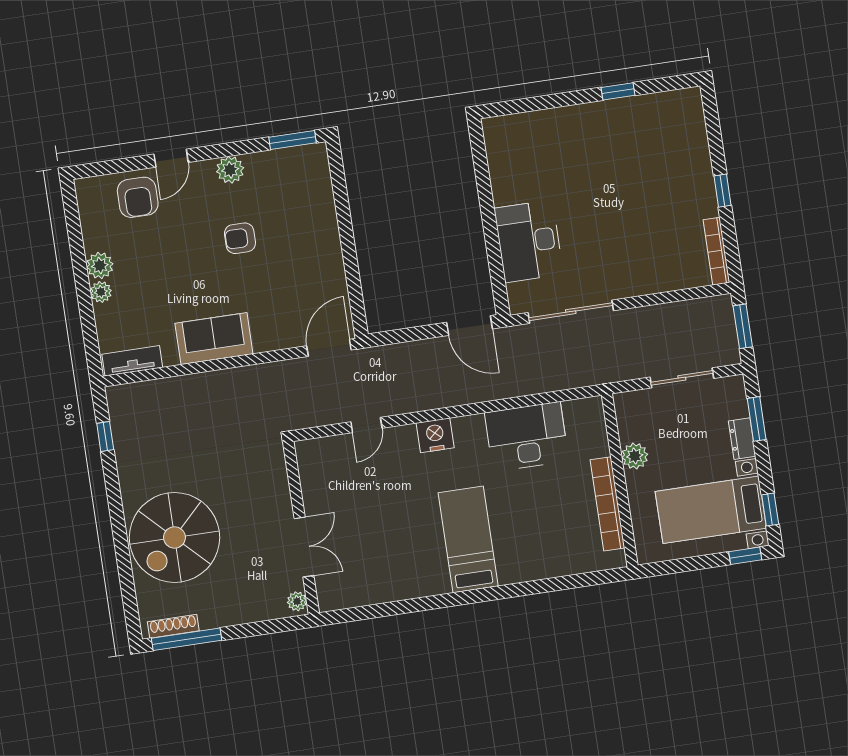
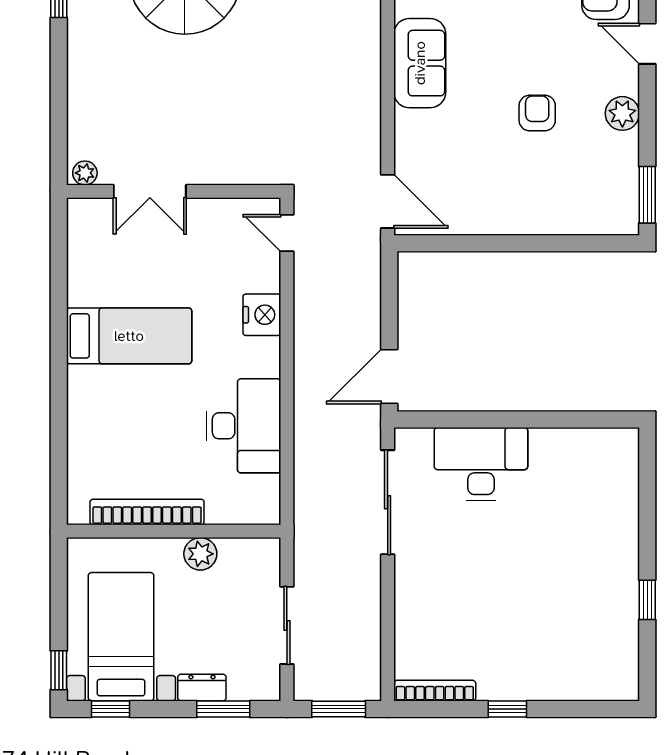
wall: (301, 528) -> (174, 191), moved
double door: (304, 547) -> (150, 191), moved
plant: (297, 601) -> (85, 173), moved

